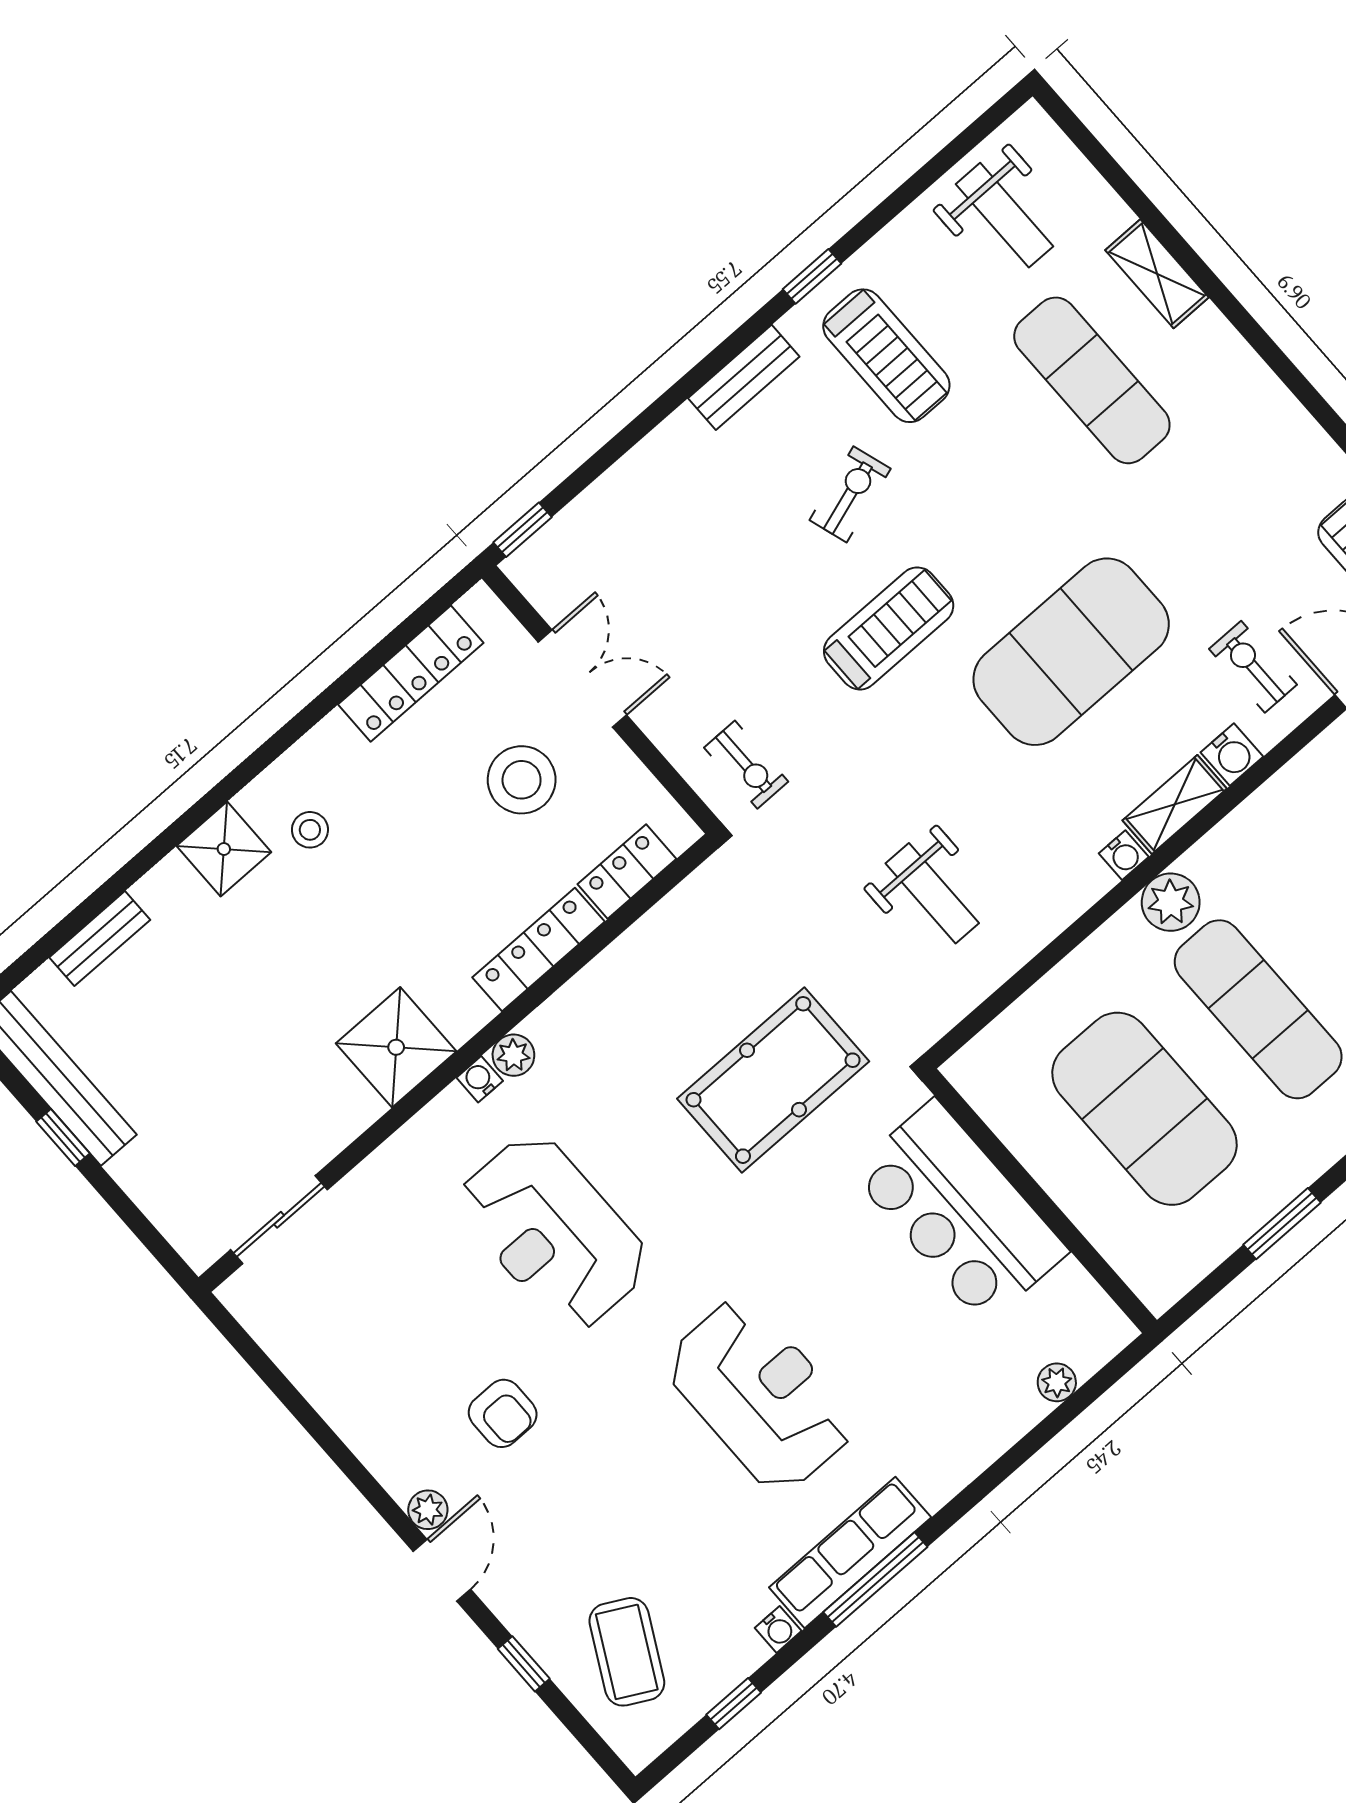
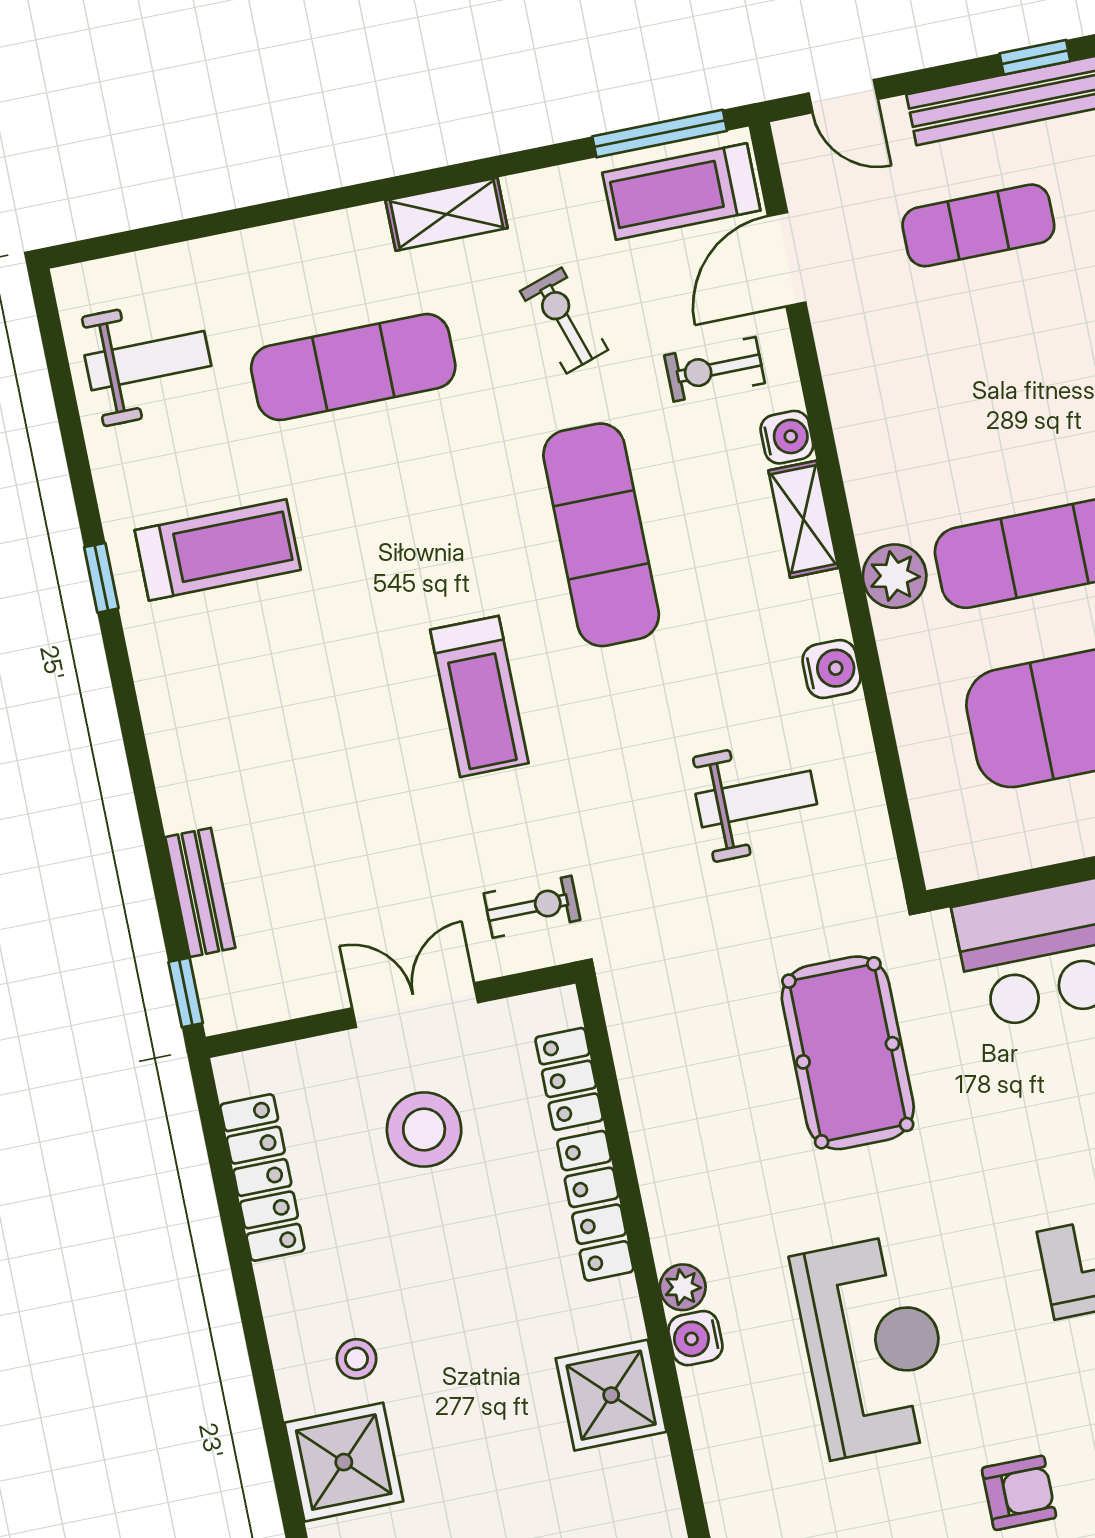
shelving: (1157, 274) -> (447, 214), moved
bench: (744, 377) -> (200, 892), moved
exercise bike: (850, 494) -> (564, 321), moved
treadmill: (889, 628) -> (479, 696), turned 180
exercise mat: (1071, 652) -> (601, 535), width x0.68
double door: (582, 679) -> (415, 1005), moved
shower: (224, 849) -> (344, 1462), width x1.36, depth x1.36
water cooler: (1124, 855) -> (831, 669), moved, width x1.38, depth x1.38
water cooler: (480, 1079) -> (695, 1338), width x1.38, depth x1.38
reception desk: (553, 1232) -> (873, 1346), turned -90

